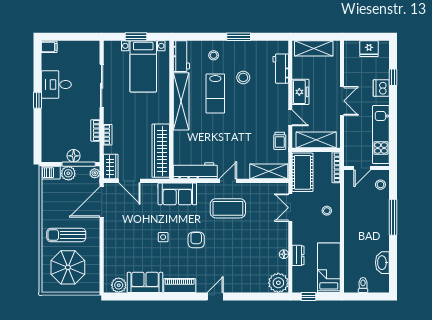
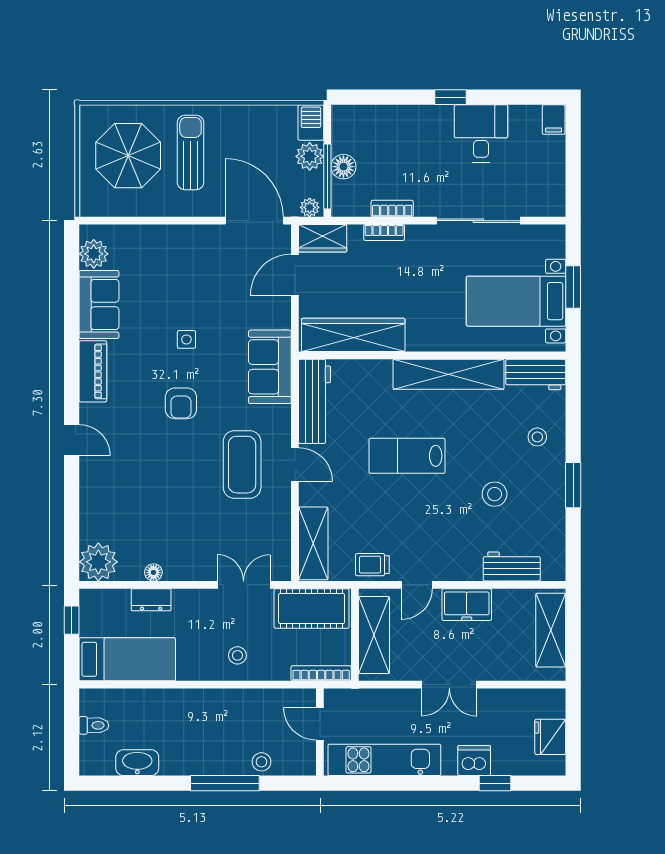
lab bench: (215, 94) -> (407, 456), moved
stool: (380, 185) -> (261, 762), moved
armchair: (196, 240) -> (181, 403), turned 90

